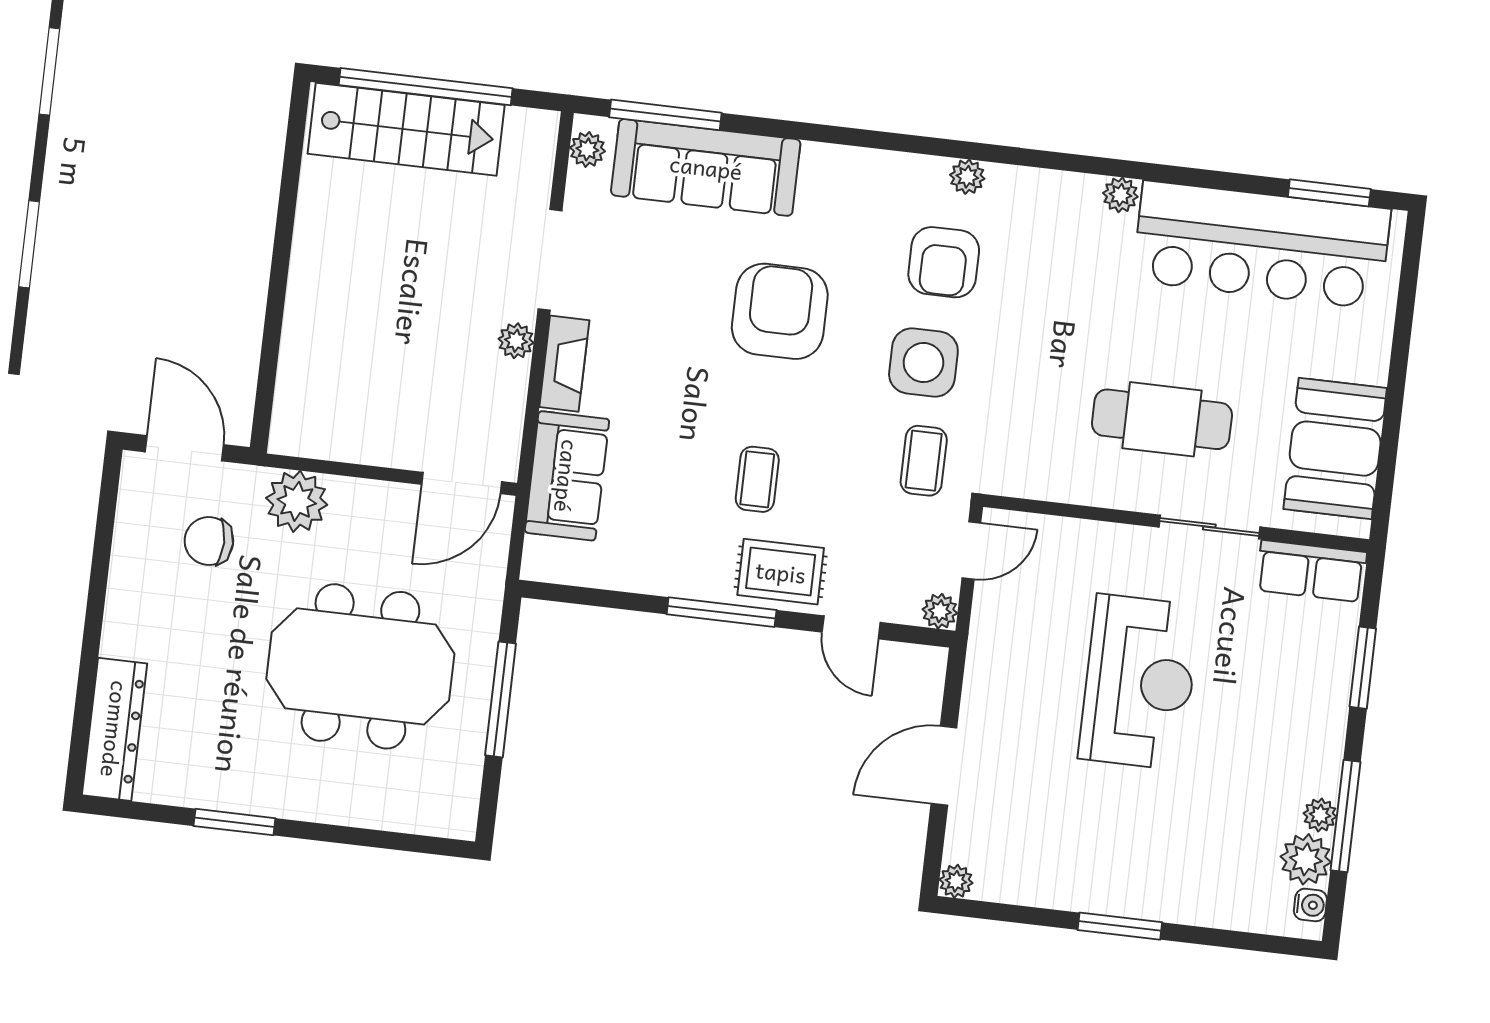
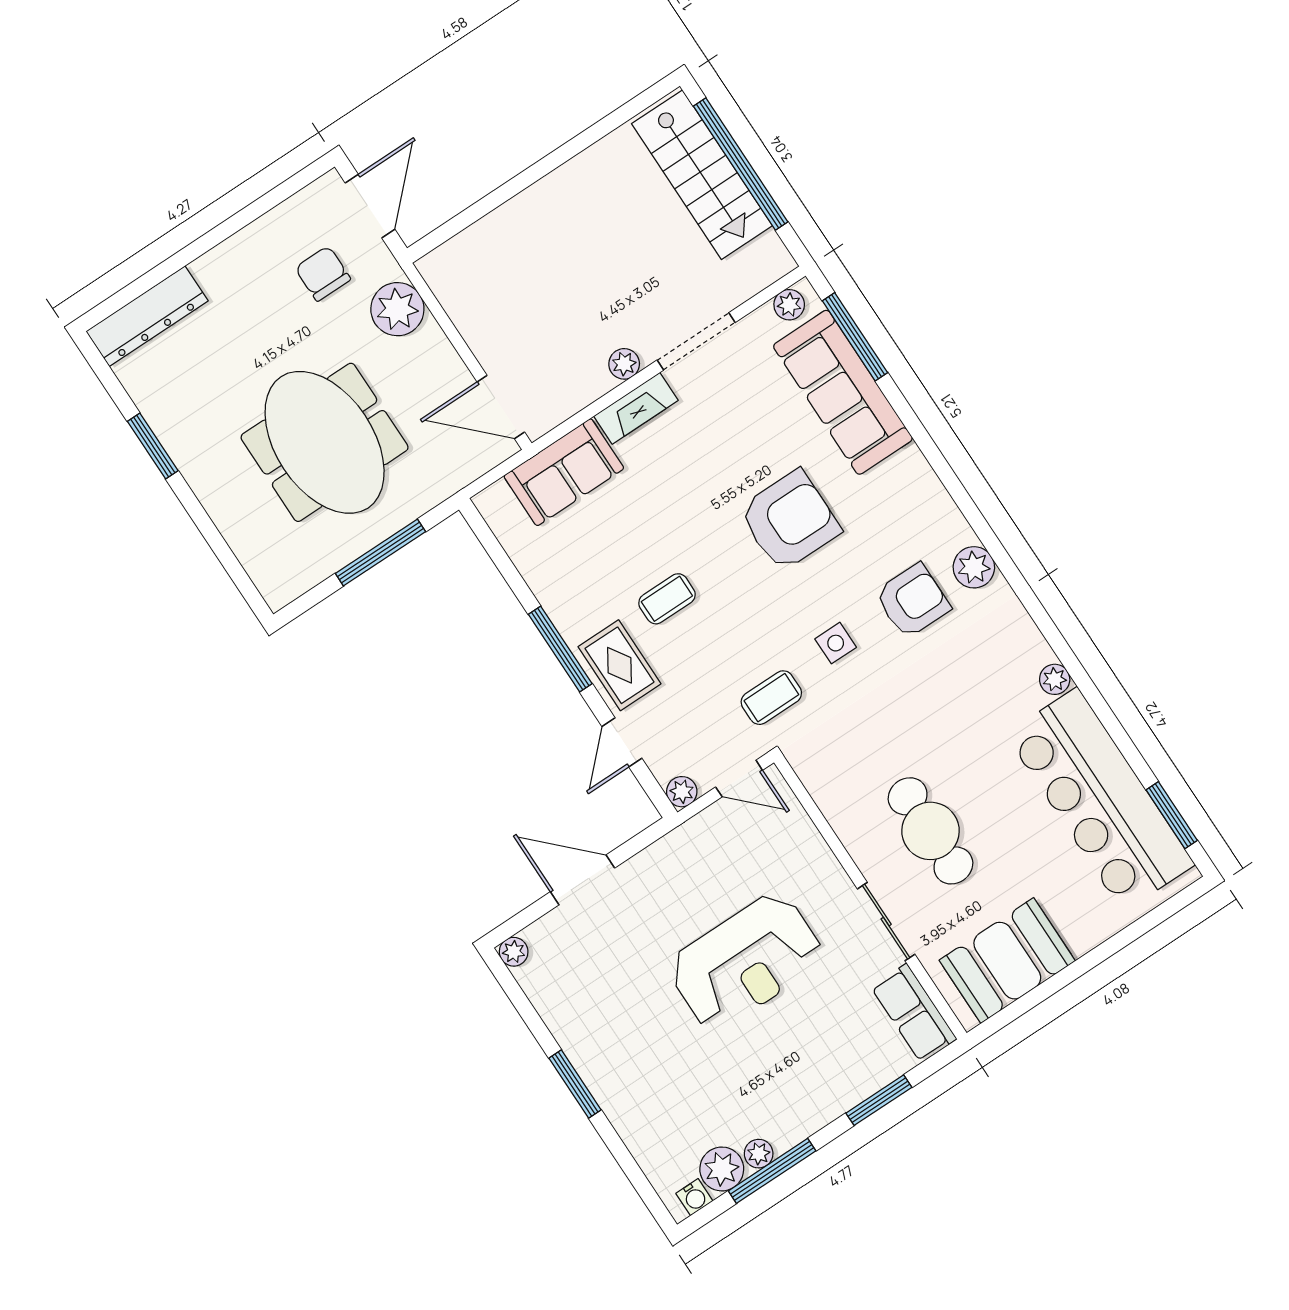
plant: (967, 177) -> (974, 567), width x1.38, depth x1.38
armchair: (944, 262) -> (913, 601), turned 180
side table: (923, 363) -> (836, 643), width x0.54, depth x0.54

